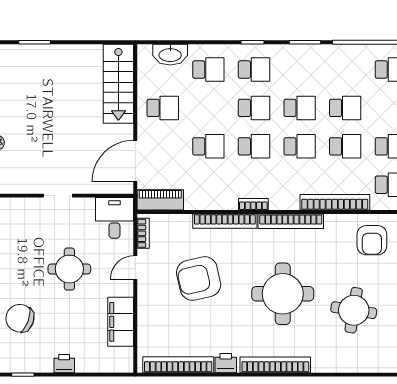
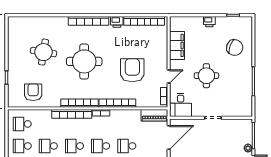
bookcase: (335, 202) -> (72, 114), moved
armchair: (199, 279) -> (132, 70), turned -77

